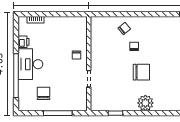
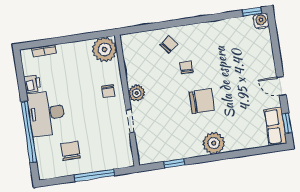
plant: (78, 25) -> (105, 49), added
plant: (96, 59) -> (137, 93), added

